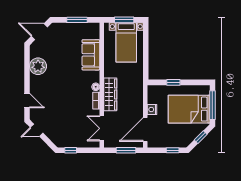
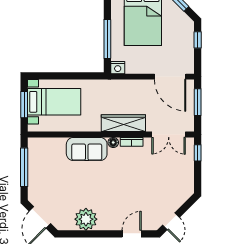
window: (77, 20) -> (24, 167), width x1.44
sofa: (91, 55) -> (87, 149), moved
window: (173, 82) -> (107, 39), width x2.17
nightstand: (152, 109) -> (118, 68), moved
window: (71, 150) -> (198, 153), moved

